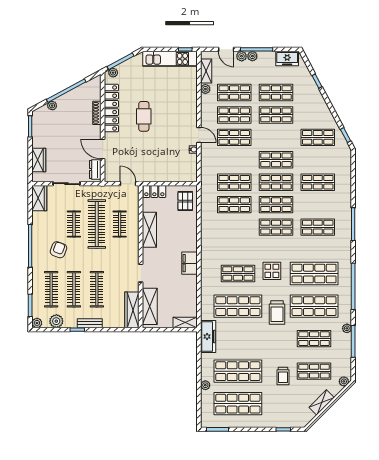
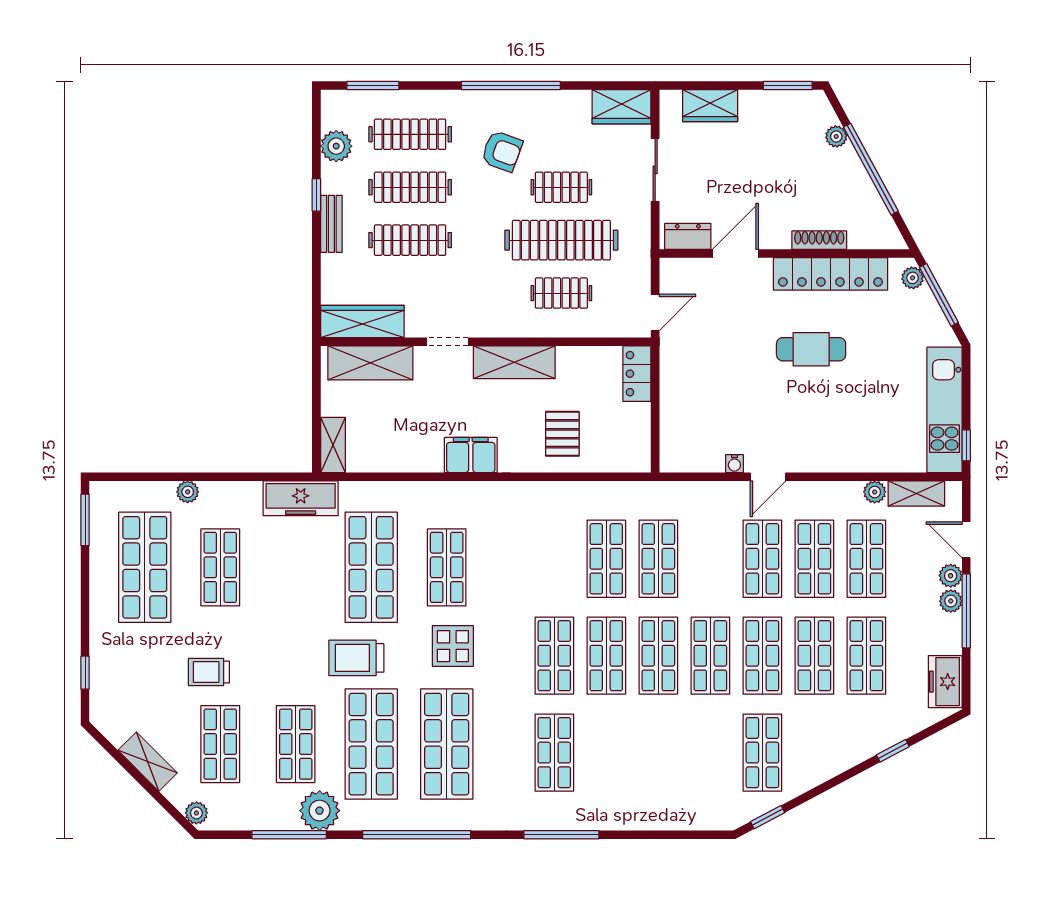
door: (226, 49) -> (966, 540), hinge flipped
shop shelf: (318, 182) -> (762, 656), moved
pallet: (185, 201) -> (562, 434), moved, turned 90
shelving: (149, 230) -> (514, 362), moved
plant: (37, 323) -> (332, 101), removed
plant: (347, 328) -> (320, 811), width x1.88, depth x1.88
shop shelf: (238, 371) -> (220, 567), width x0.70, depth x0.74

